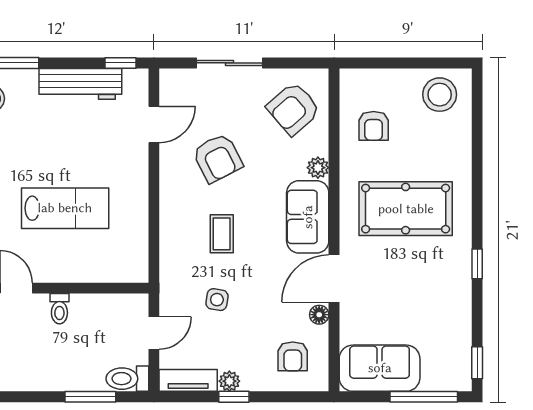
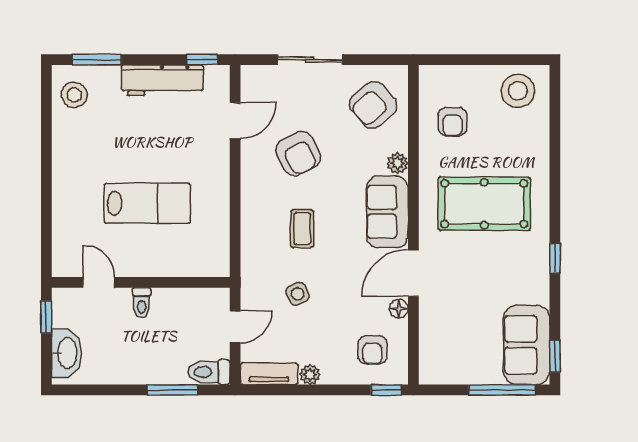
side table: (217, 300) -> (298, 294), turned -33
sofa: (380, 368) -> (527, 345), moved, turned -90
window: (234, 397) -> (386, 390), moved

